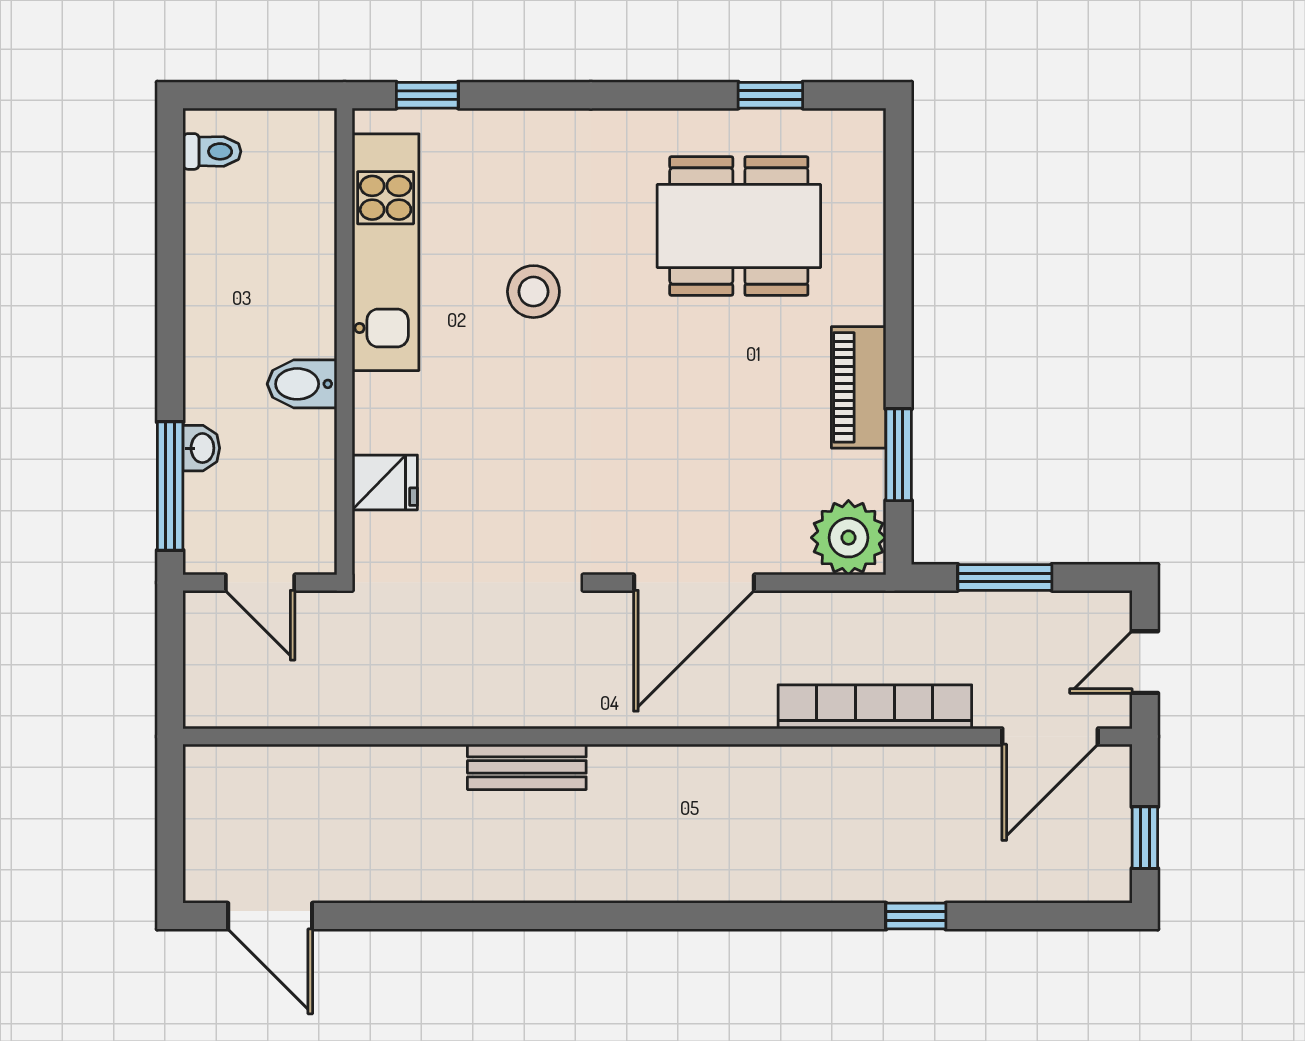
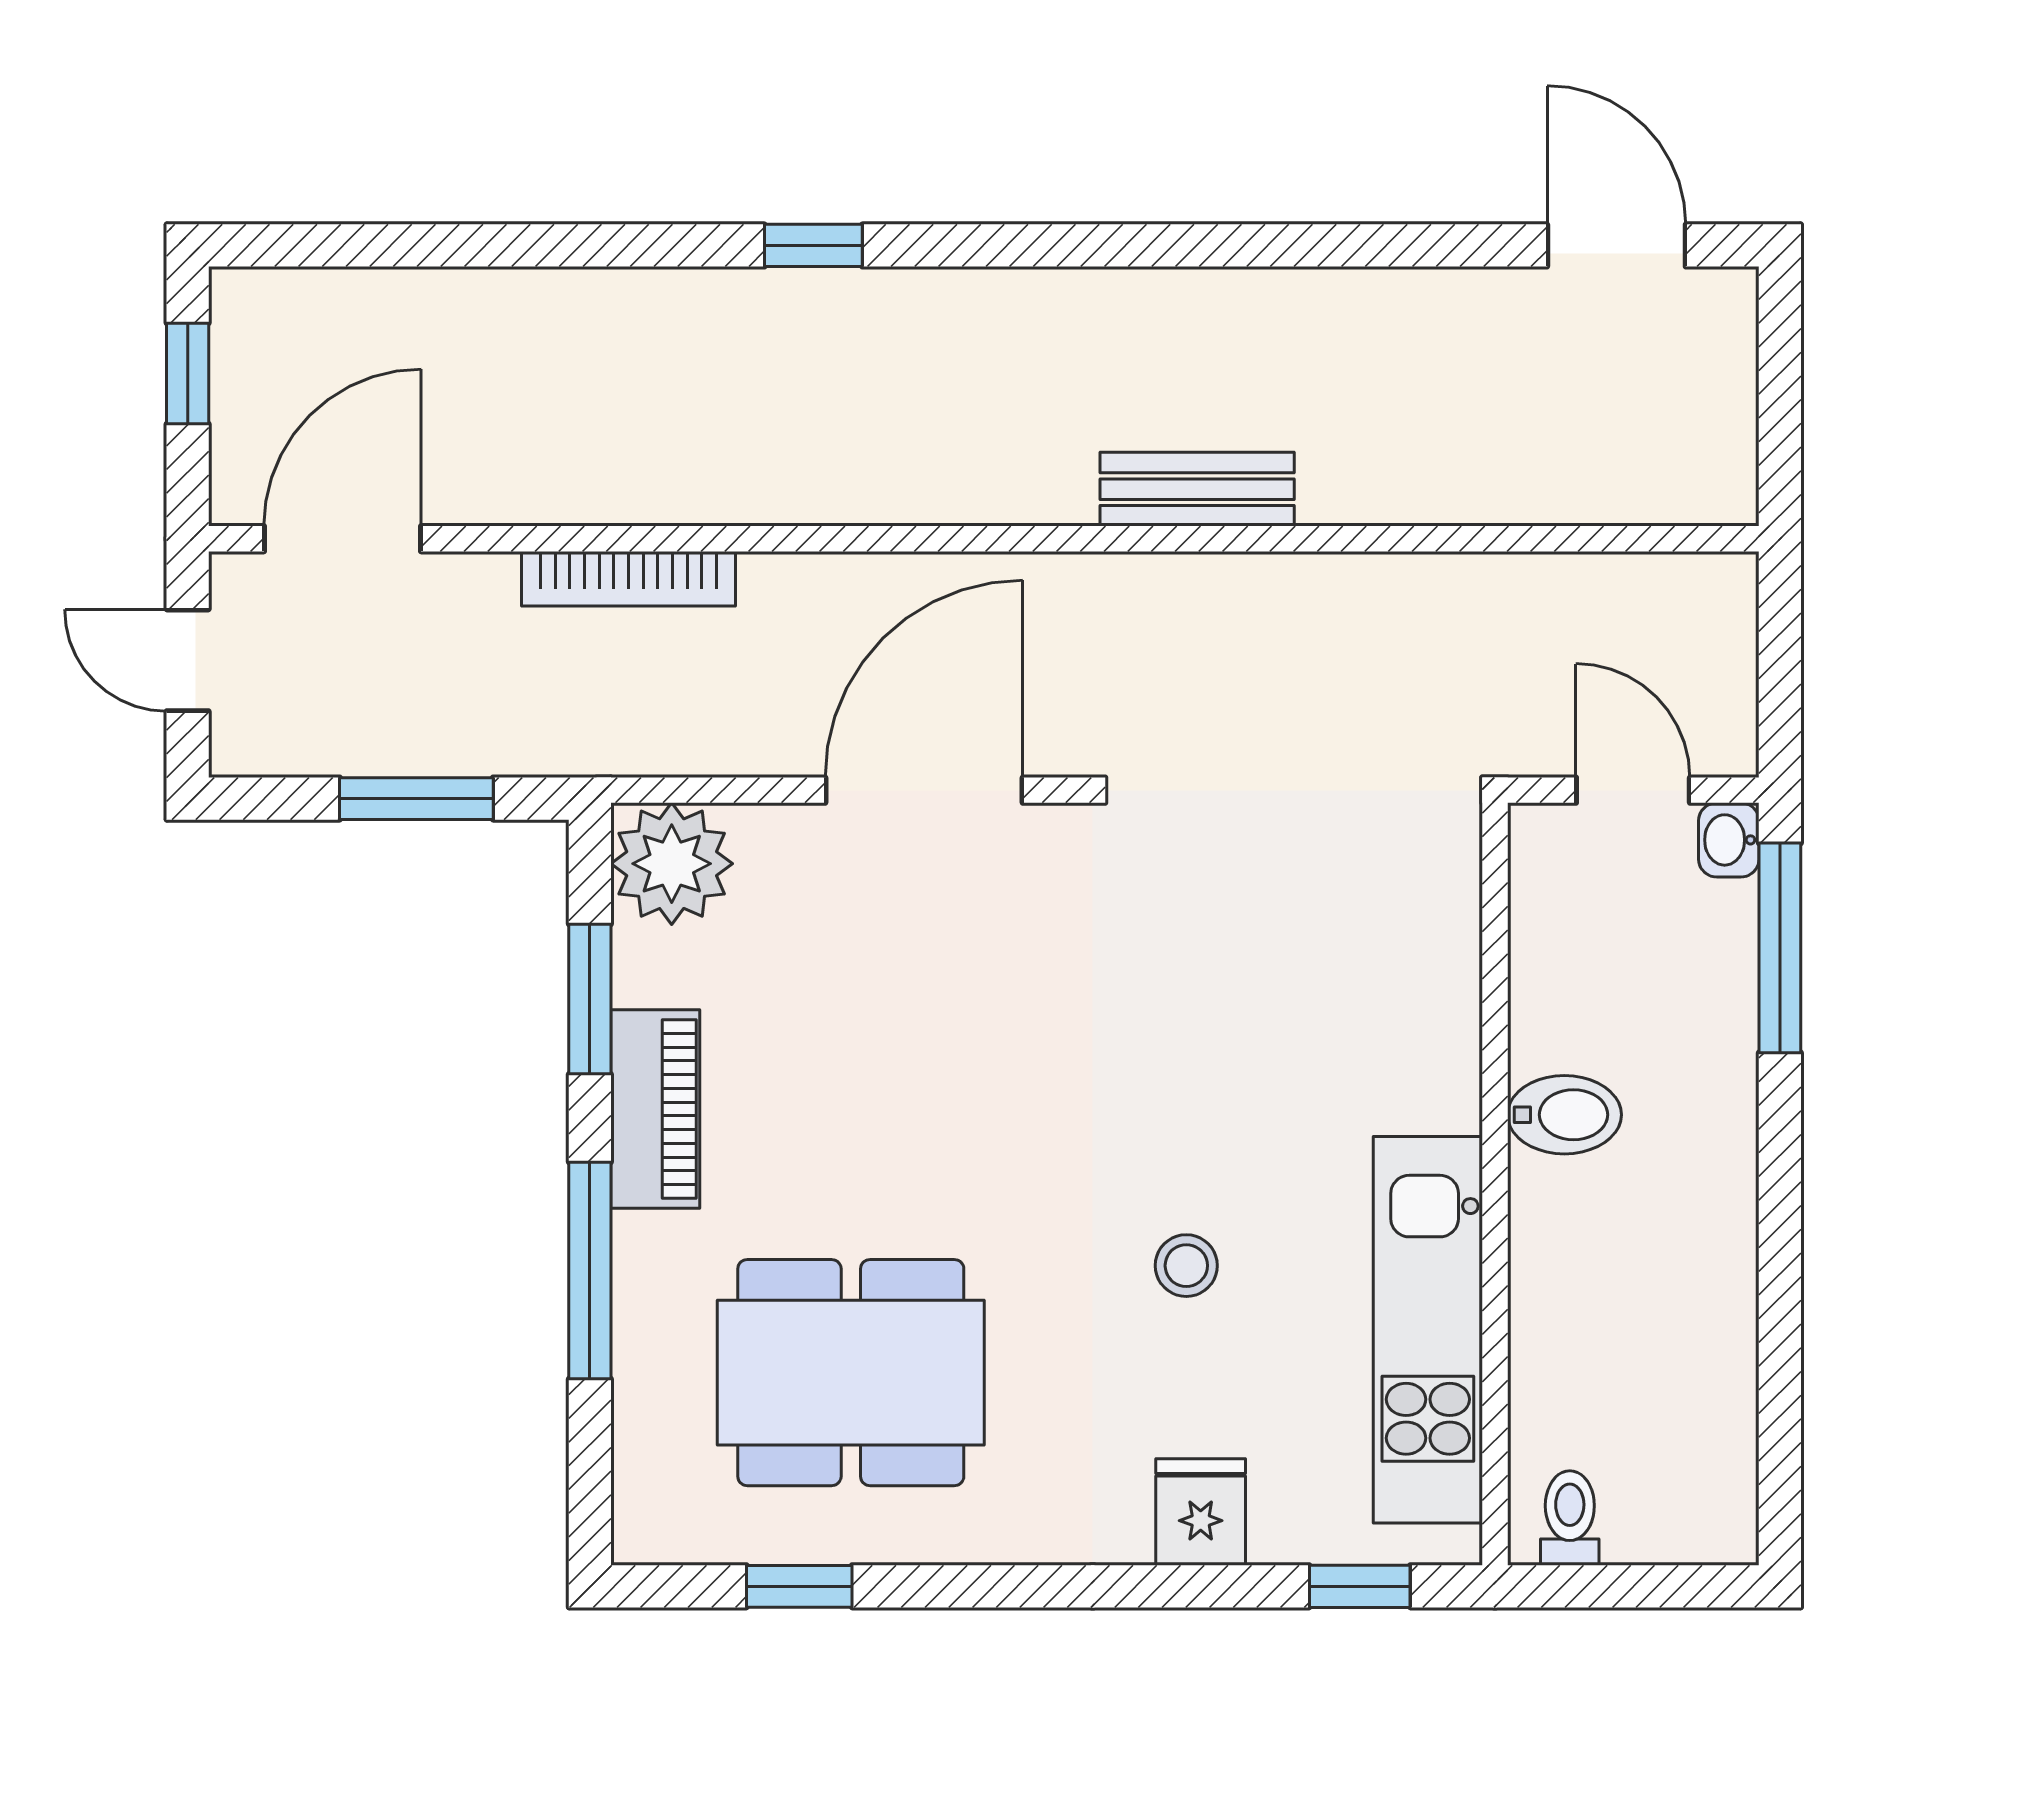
toilet: (212, 151) -> (1570, 1518), moved, turned 90
window: (899, 289) -> (590, 1271), added
stool: (533, 292) -> (1186, 1266), width x0.73, depth x0.73
washbasin: (201, 448) -> (1729, 840), moved
fridge: (385, 482) -> (1201, 1512), moved, turned 90
door: (1145, 662) -> (188, 660), swing flipped
bookcase: (875, 707) -> (629, 579), width x0.68, depth x0.76
window: (916, 916) -> (813, 245), moved

